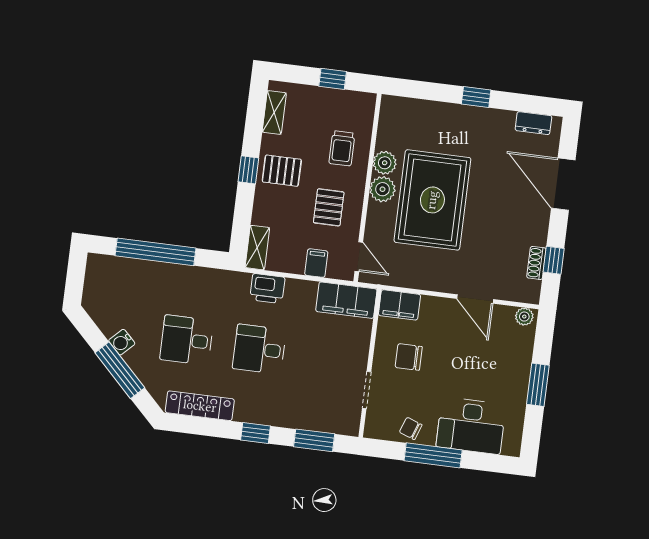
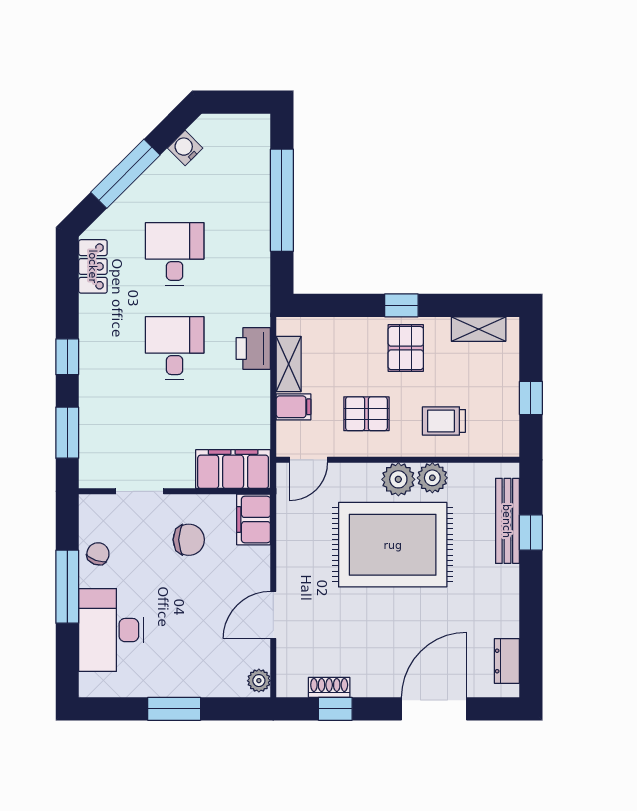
window: (476, 97) -> (531, 533), moved
bench: (425, 109) -> (507, 521), added
shelving: (257, 248) -> (289, 364), moved, turned 90
filing cabinet: (346, 300) -> (233, 469), moved, turned 90
water cooler: (122, 342) -> (185, 148), moved
chair: (409, 357) -> (189, 540), turned 90
locker: (200, 406) -> (93, 266), width x0.66

